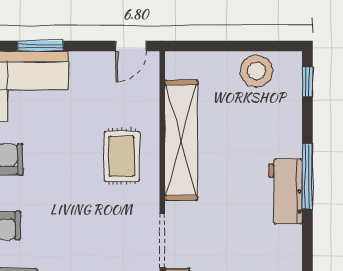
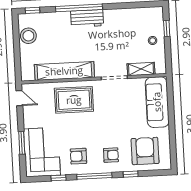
rug: (122, 156) -> (74, 100), width x1.36, depth x1.43
window: (307, 176) -> (79, 8), width x1.46

